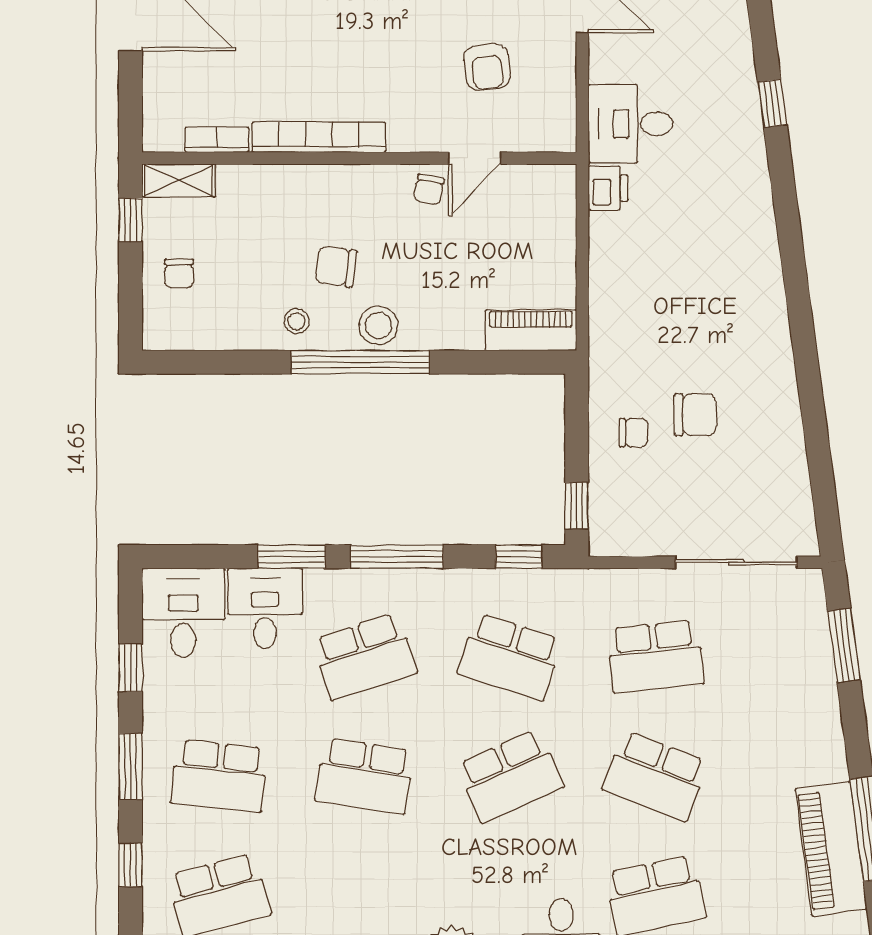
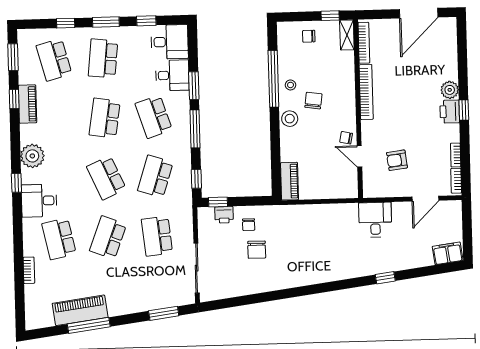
bookcase: (217, 140) -> (364, 43), width x1.56
printer: (608, 188) -> (224, 215), moved
window: (360, 362) -> (273, 79), moved

